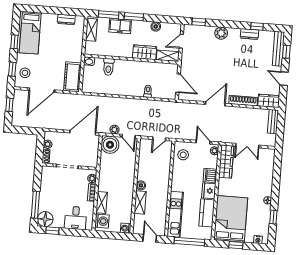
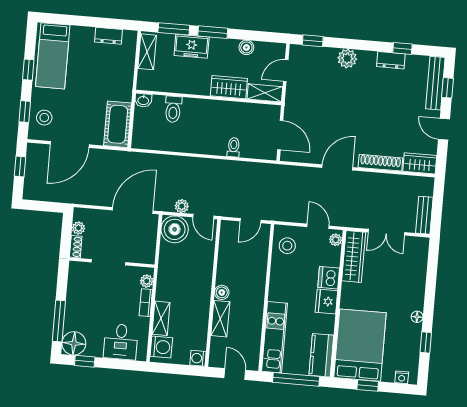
bench: (273, 122) -> (424, 215), moved
kitchen counter: (207, 213) -> (321, 355), moved

